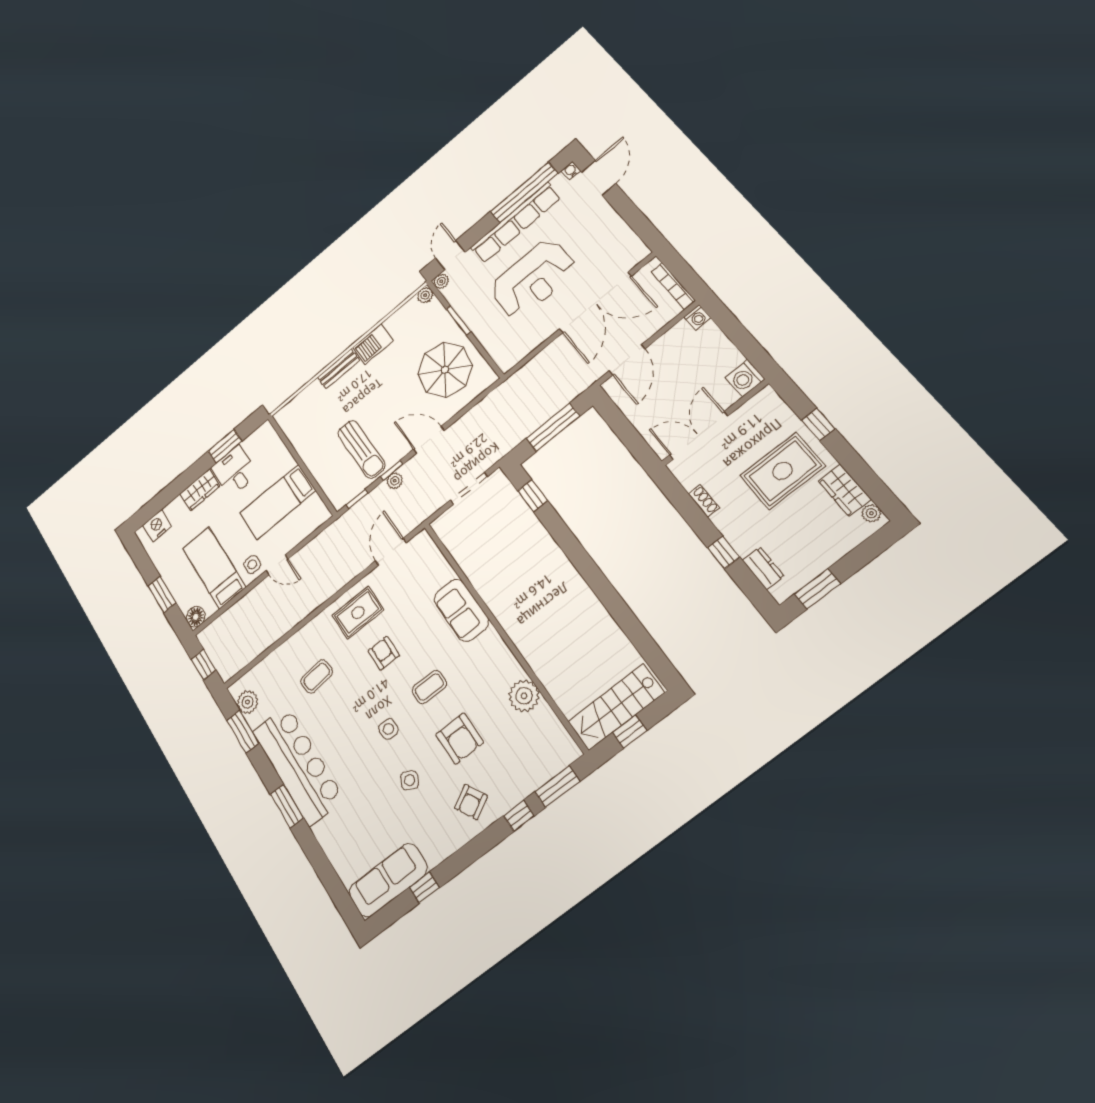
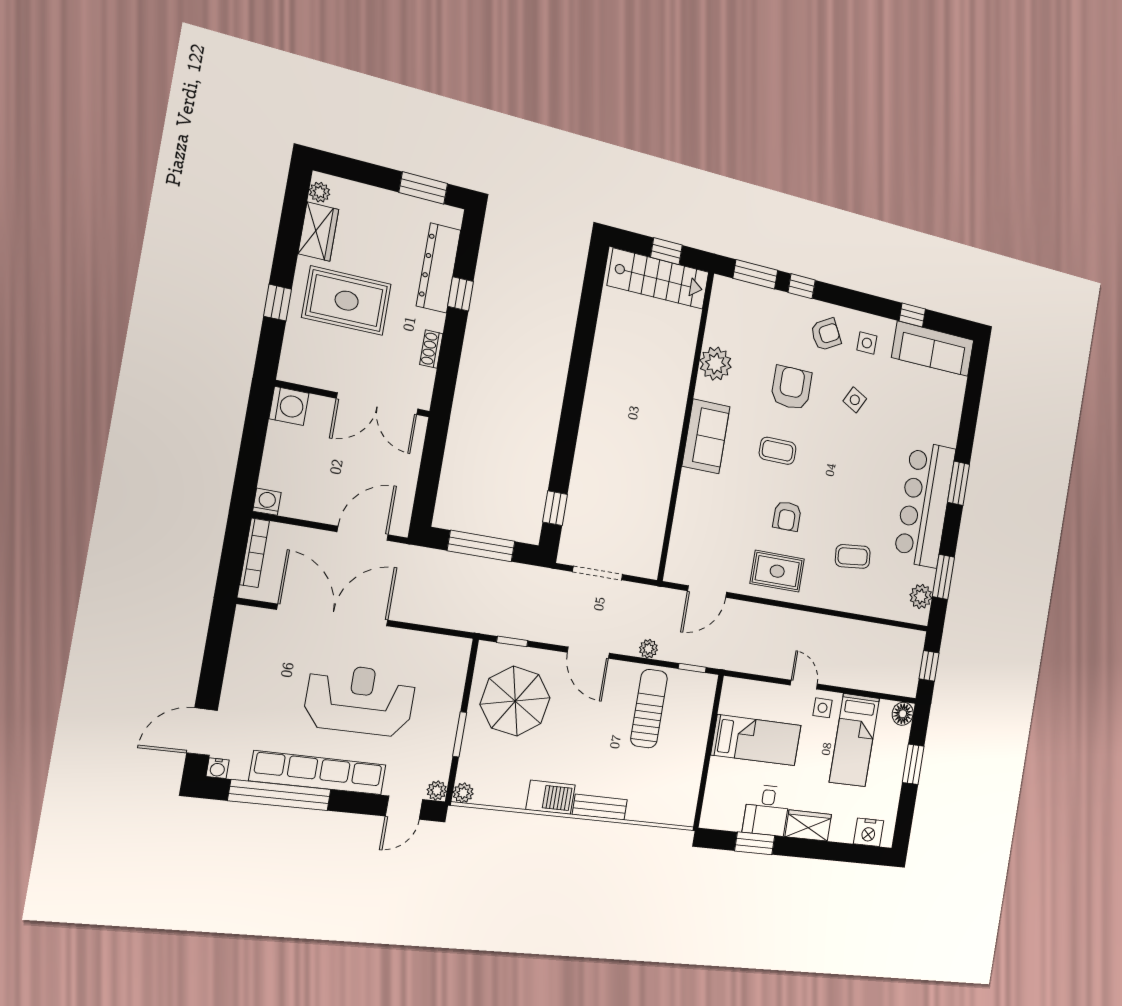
window: (392, 470) -> (512, 641), moved
dresser: (763, 568) -> (439, 268), width x1.96, depth x1.24
sofa: (461, 610) -> (706, 436), moved
side table: (388, 729) -> (867, 343), moved

